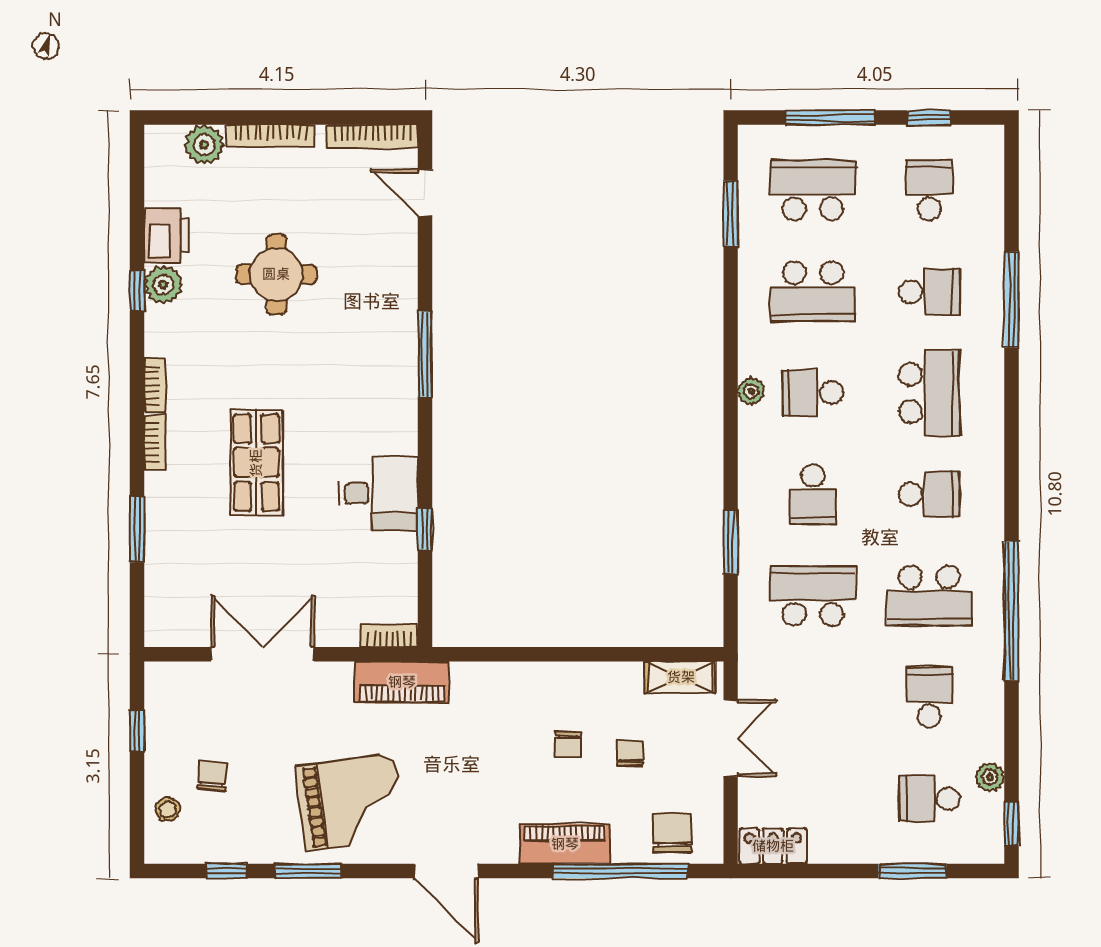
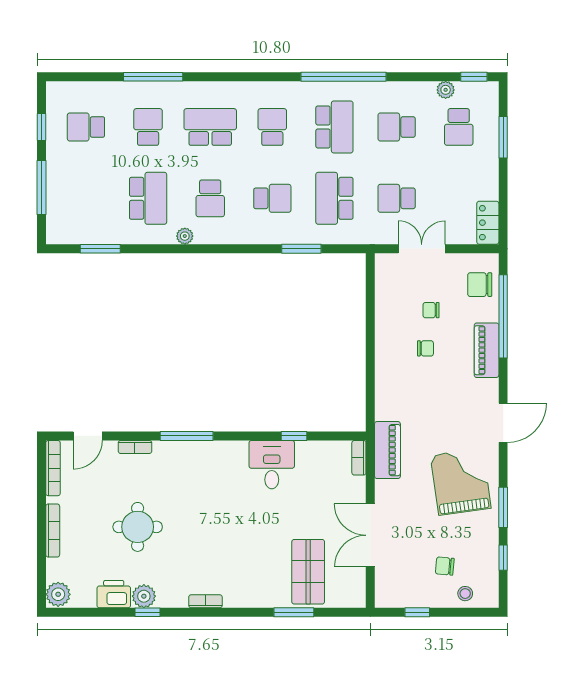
plant: (204, 145) -> (58, 594), moved
school desk: (813, 190) -> (397, 198), moved, width x0.54
plant: (751, 391) -> (185, 236), moved
bookcase: (155, 442) -> (135, 447), moved, turned 180
shop shelf: (256, 463) -> (308, 572), moved, turned 90
shelving: (681, 677) -> (384, 279), removed

